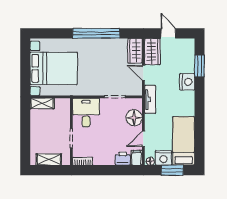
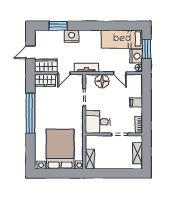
filing cabinet: (137, 158) -> (136, 103), moved
printer: (123, 159) -> (137, 91), removed

